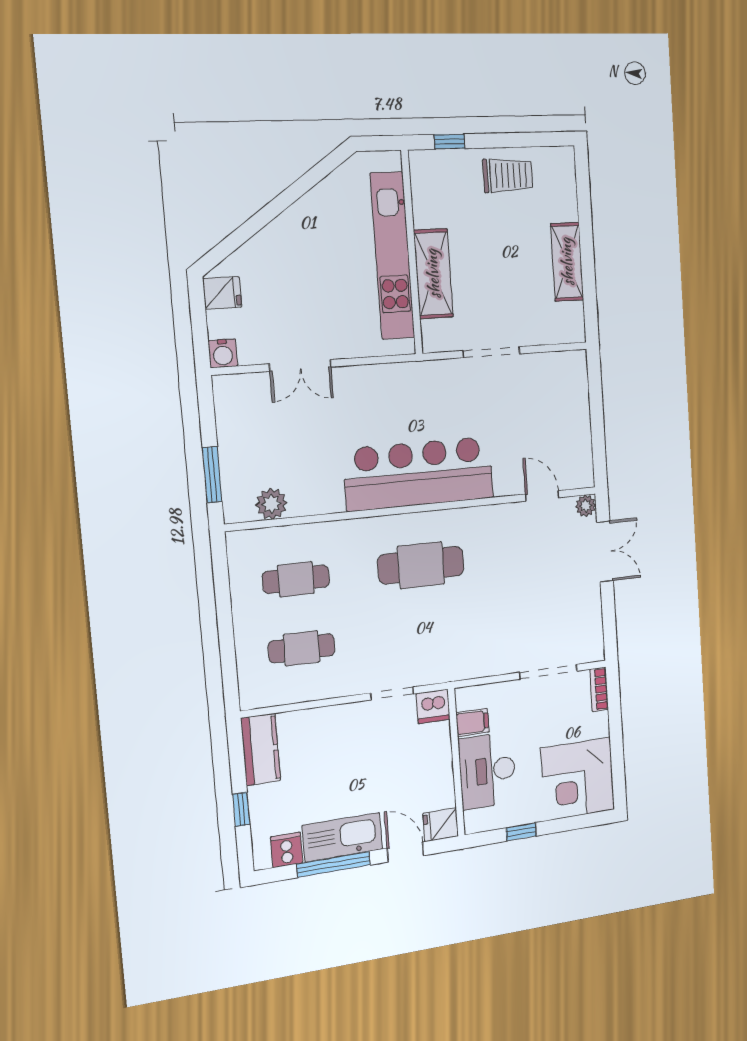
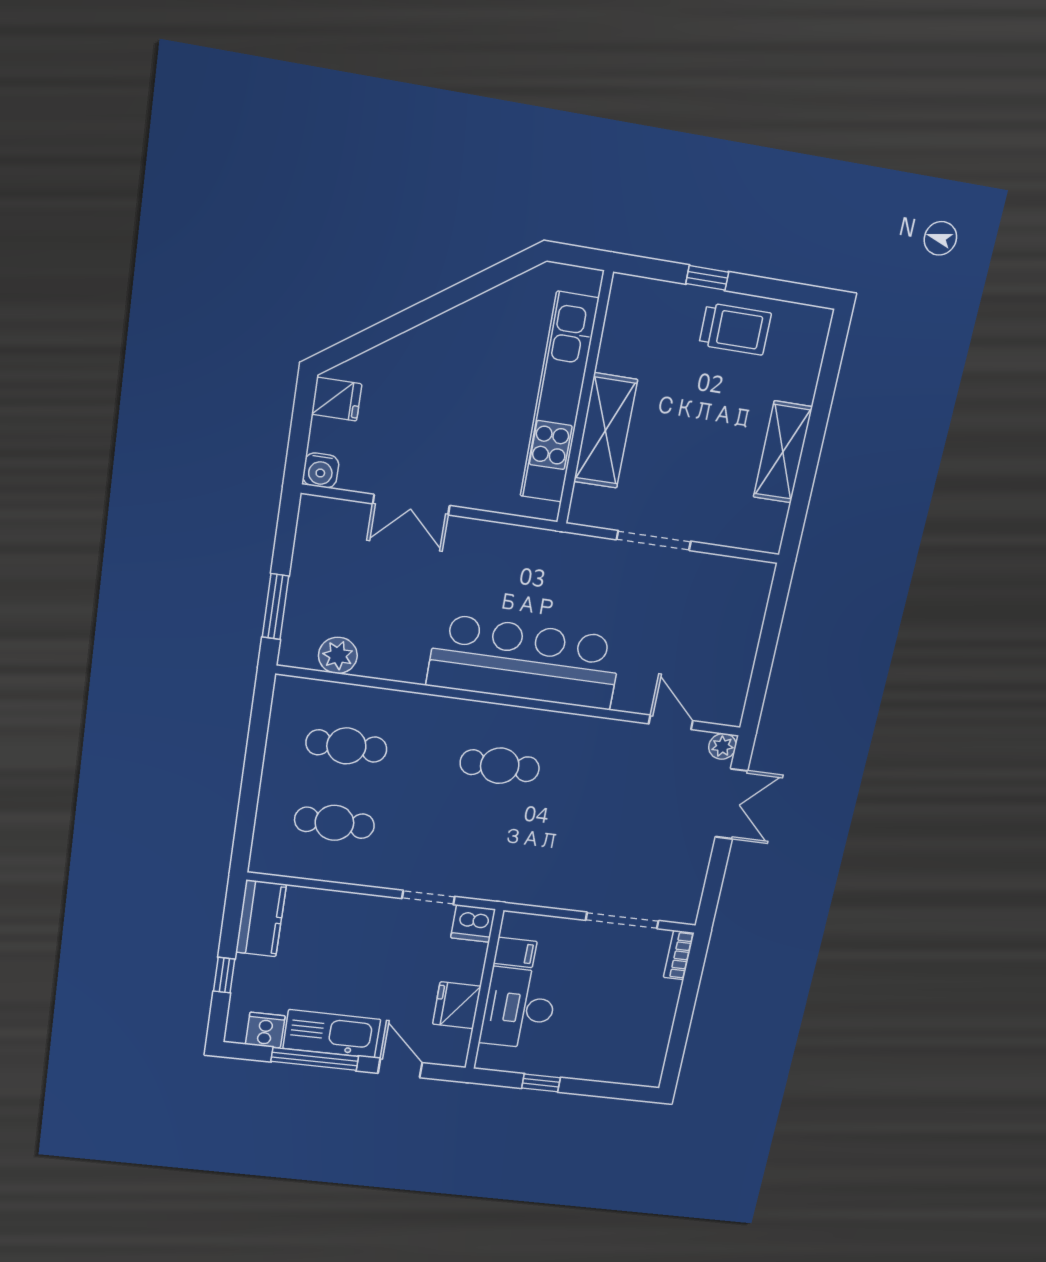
window: (450, 142) -> (707, 278), moved
cafe table: (421, 565) -> (500, 766), width x0.73, depth x0.74
corner desk: (578, 779) -> (625, 1045), removed
fridge: (441, 825) -> (457, 1005), moved, width x1.38

